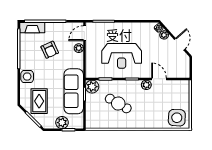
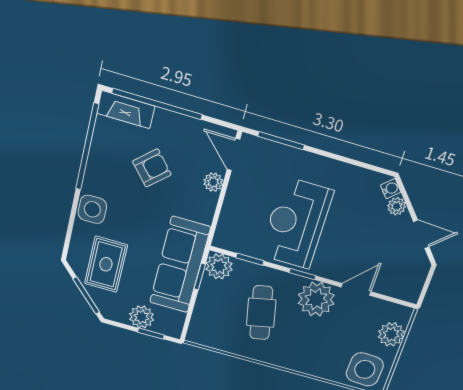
door: (84, 33) -> (233, 154), hinge flipped
door: (180, 44) -> (421, 234), hinge flipped
armchair: (50, 50) -> (152, 168), turned -107
reception desk: (122, 56) -> (296, 223), turned 90
door: (159, 79) -> (356, 289), hinge flipped
plant: (146, 85) -> (316, 299), width x1.88, depth x1.88
plant: (183, 96) -> (391, 334), added
cafe table: (118, 104) -> (261, 313), turned 48

